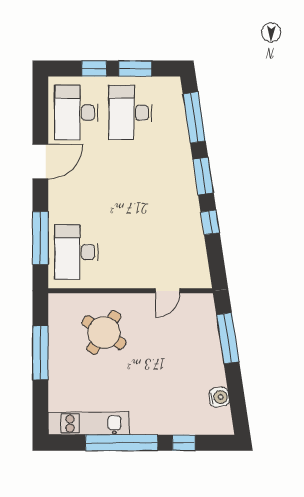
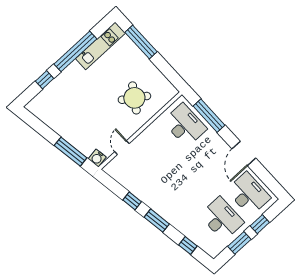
window: (194, 117) -> (188, 246), width x0.46
window: (40, 353) -> (141, 42), moved
water cooler: (219, 397) -> (97, 158), moved

